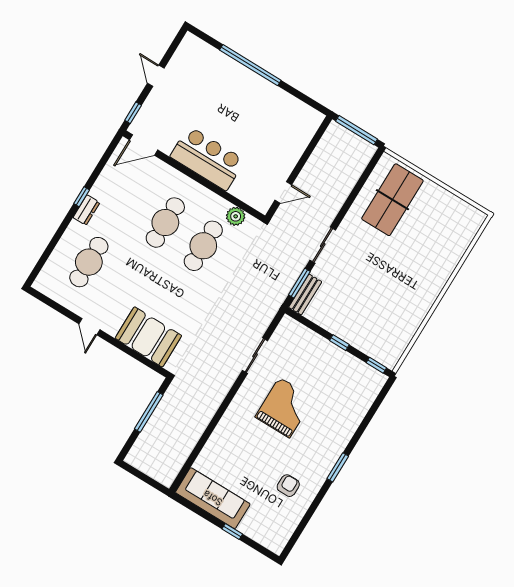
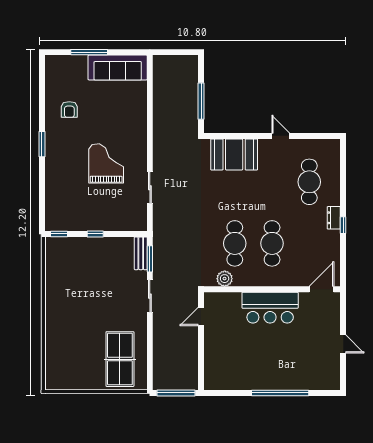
window: (133, 113) -> (343, 308), removed
grand piano: (284, 408) -> (106, 163), turned 180
window: (232, 532) -> (89, 52), width x2.17

